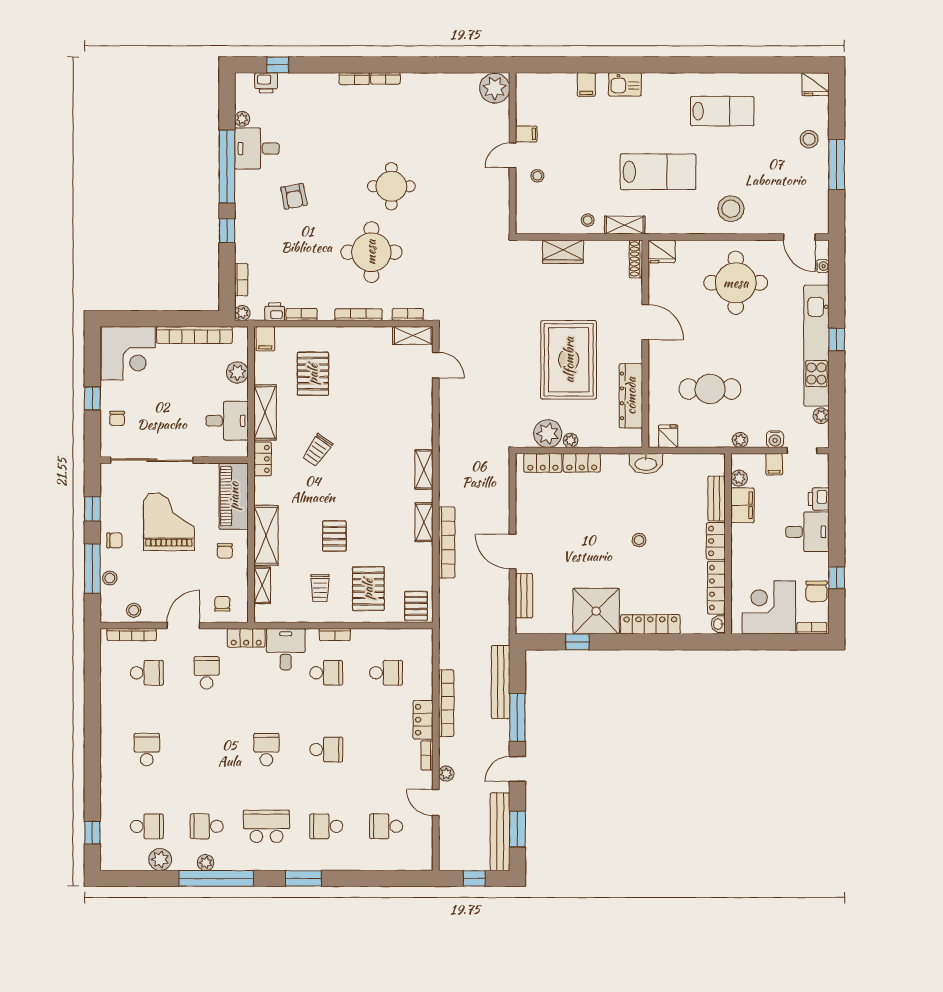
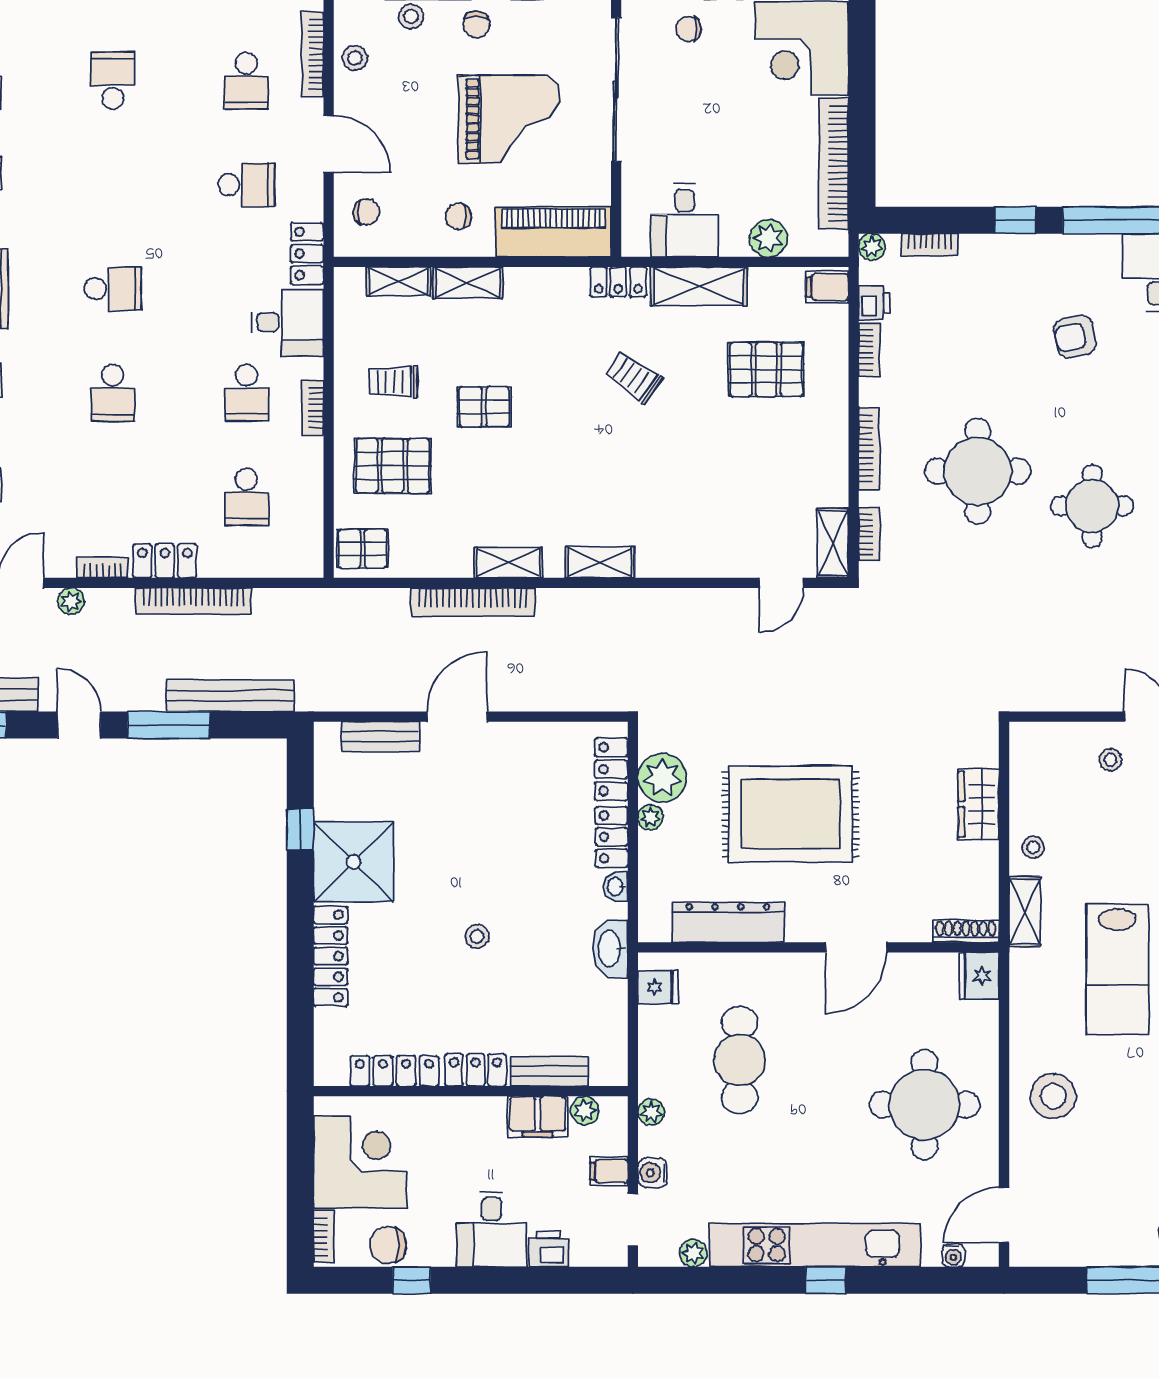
shelving: (266, 535) -> (468, 283), width x0.67, depth x0.75
washbasin: (718, 624) -> (616, 886), moved, turned -90
school desk: (147, 750) -> (113, 81), turned -90

